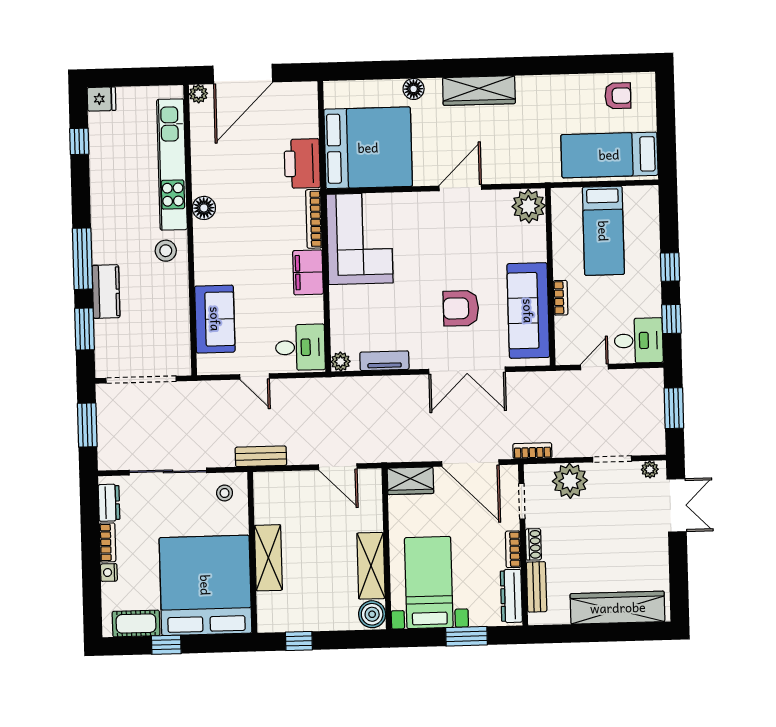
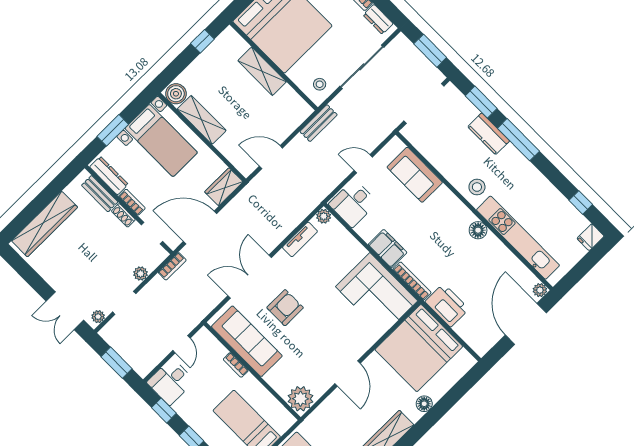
plant: (570, 481) -> (141, 274), width x0.53, depth x0.53

